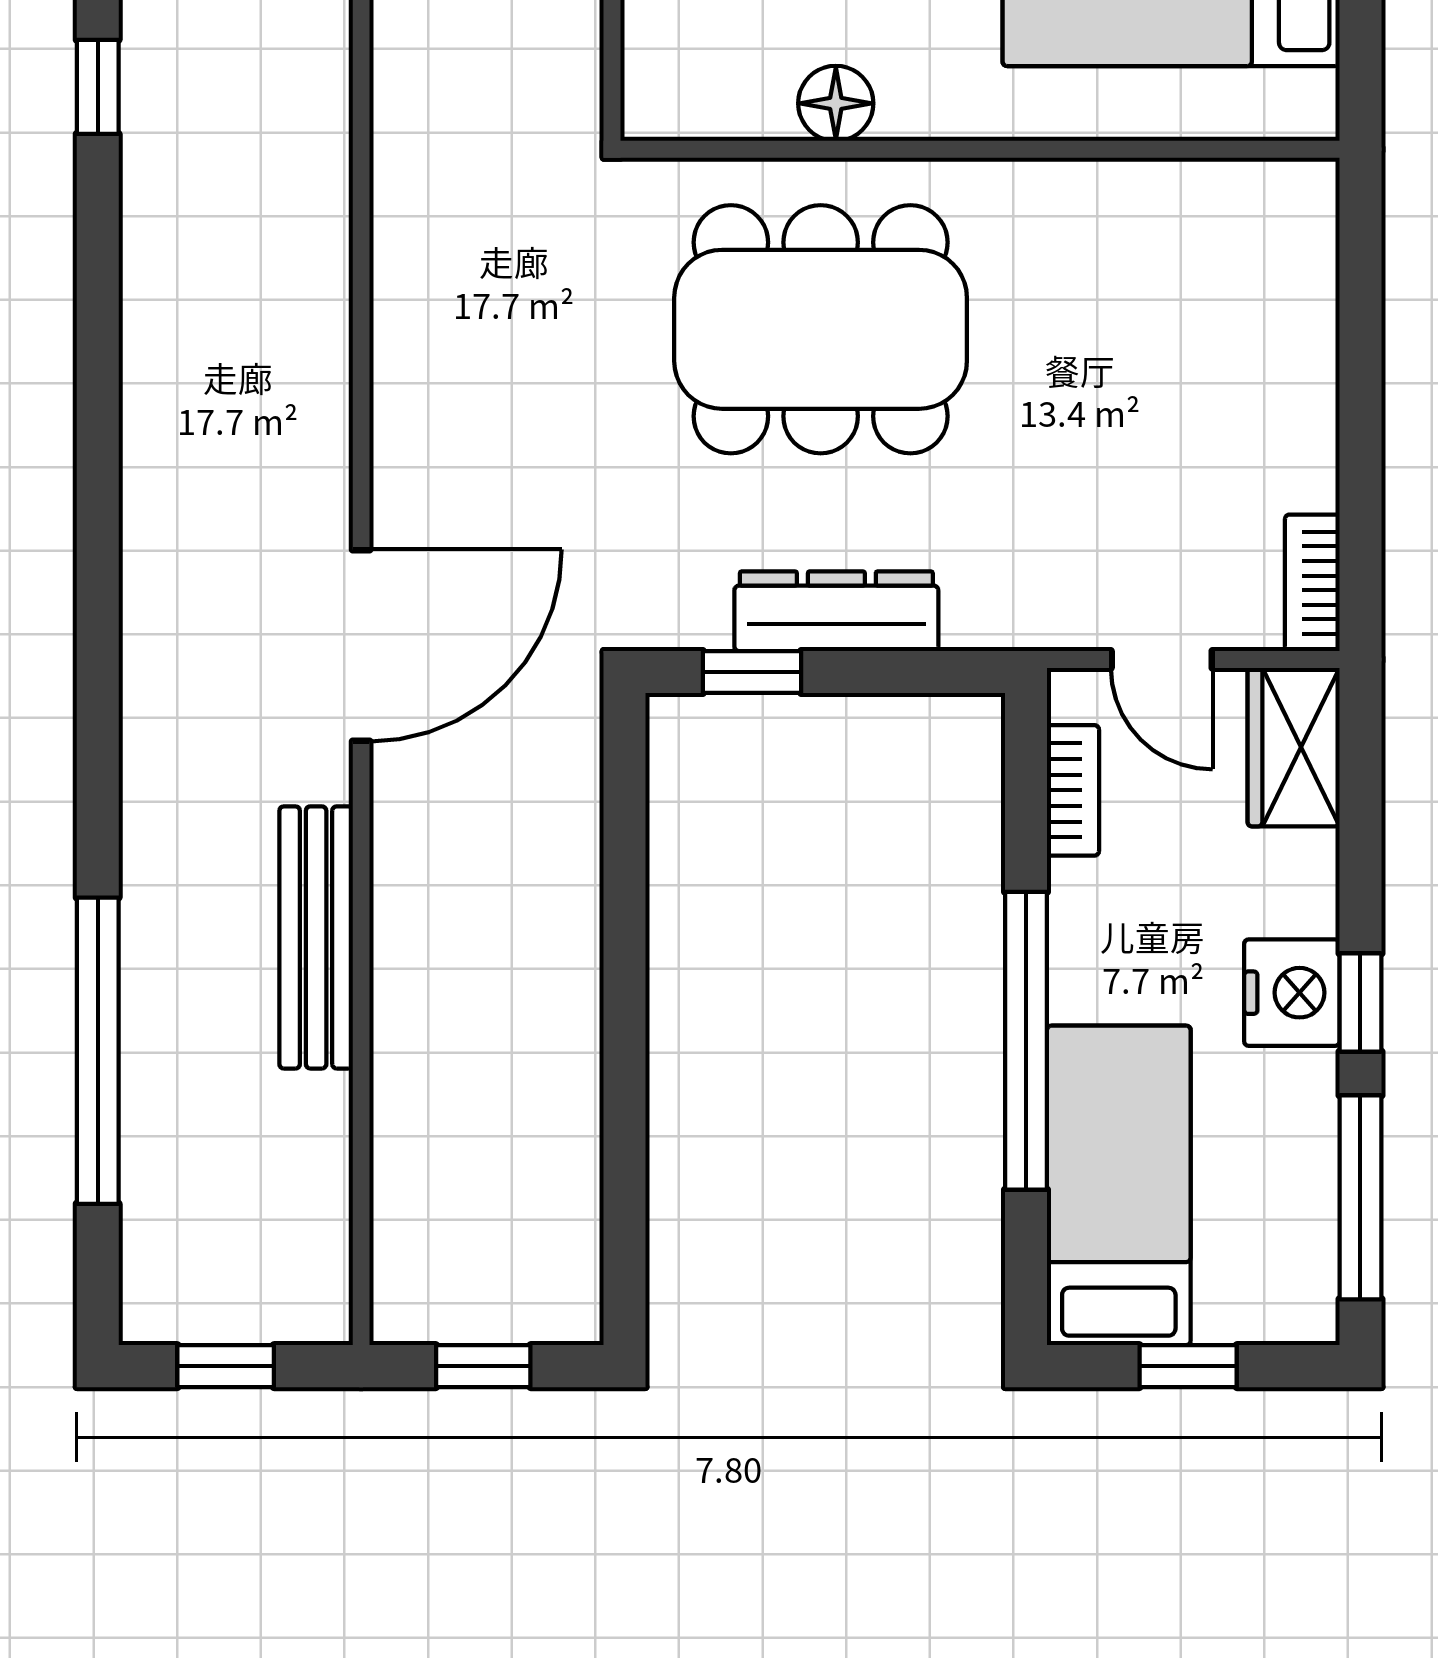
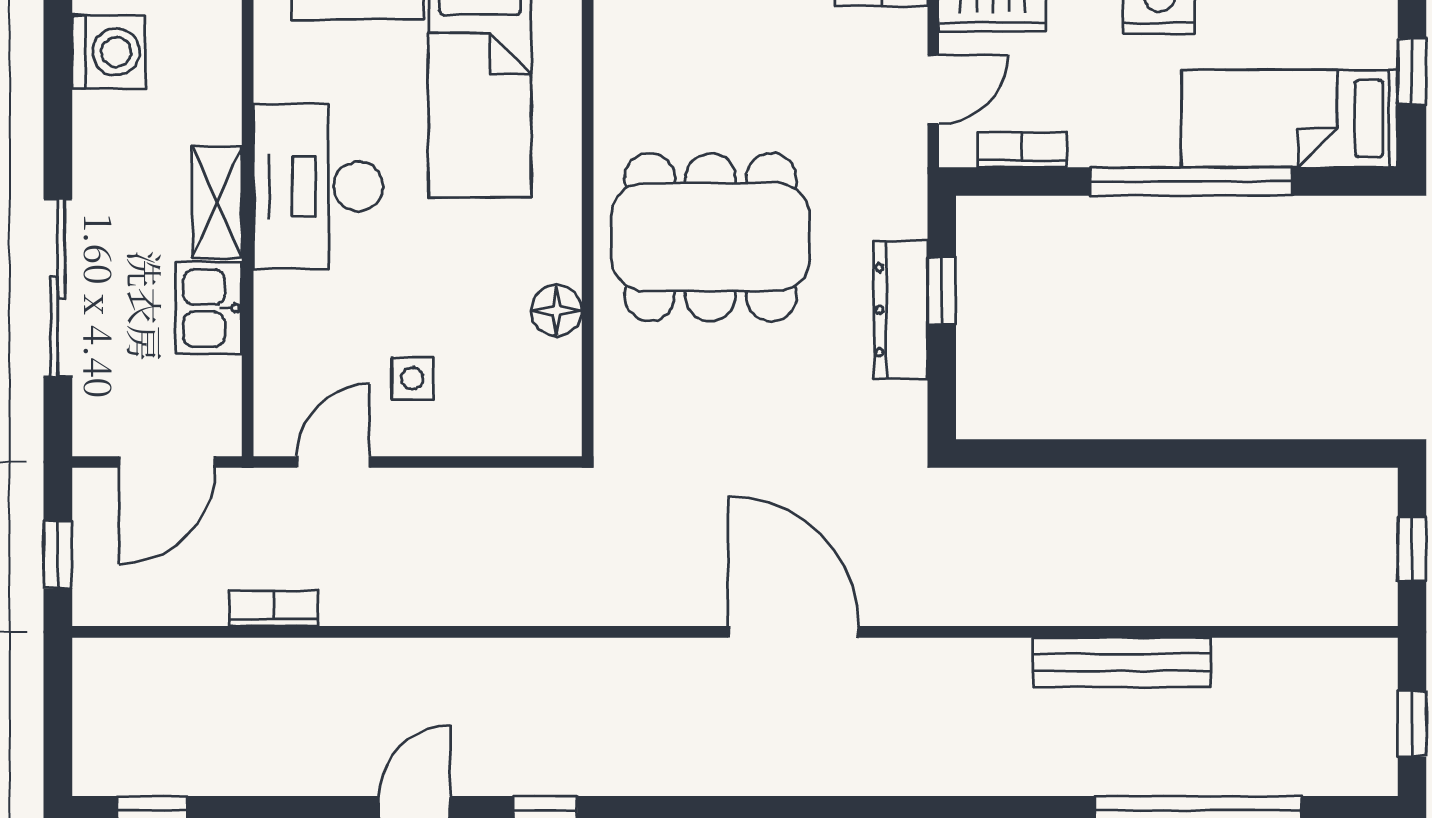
dining table: (821, 329) -> (710, 237), moved, turned 90
door: (361, 645) -> (793, 632), moved
window: (752, 672) -> (942, 291), moved

